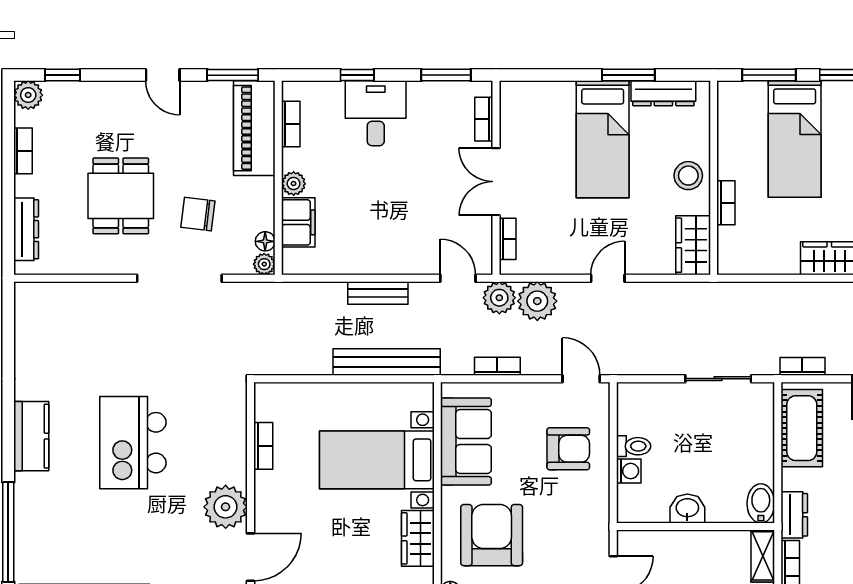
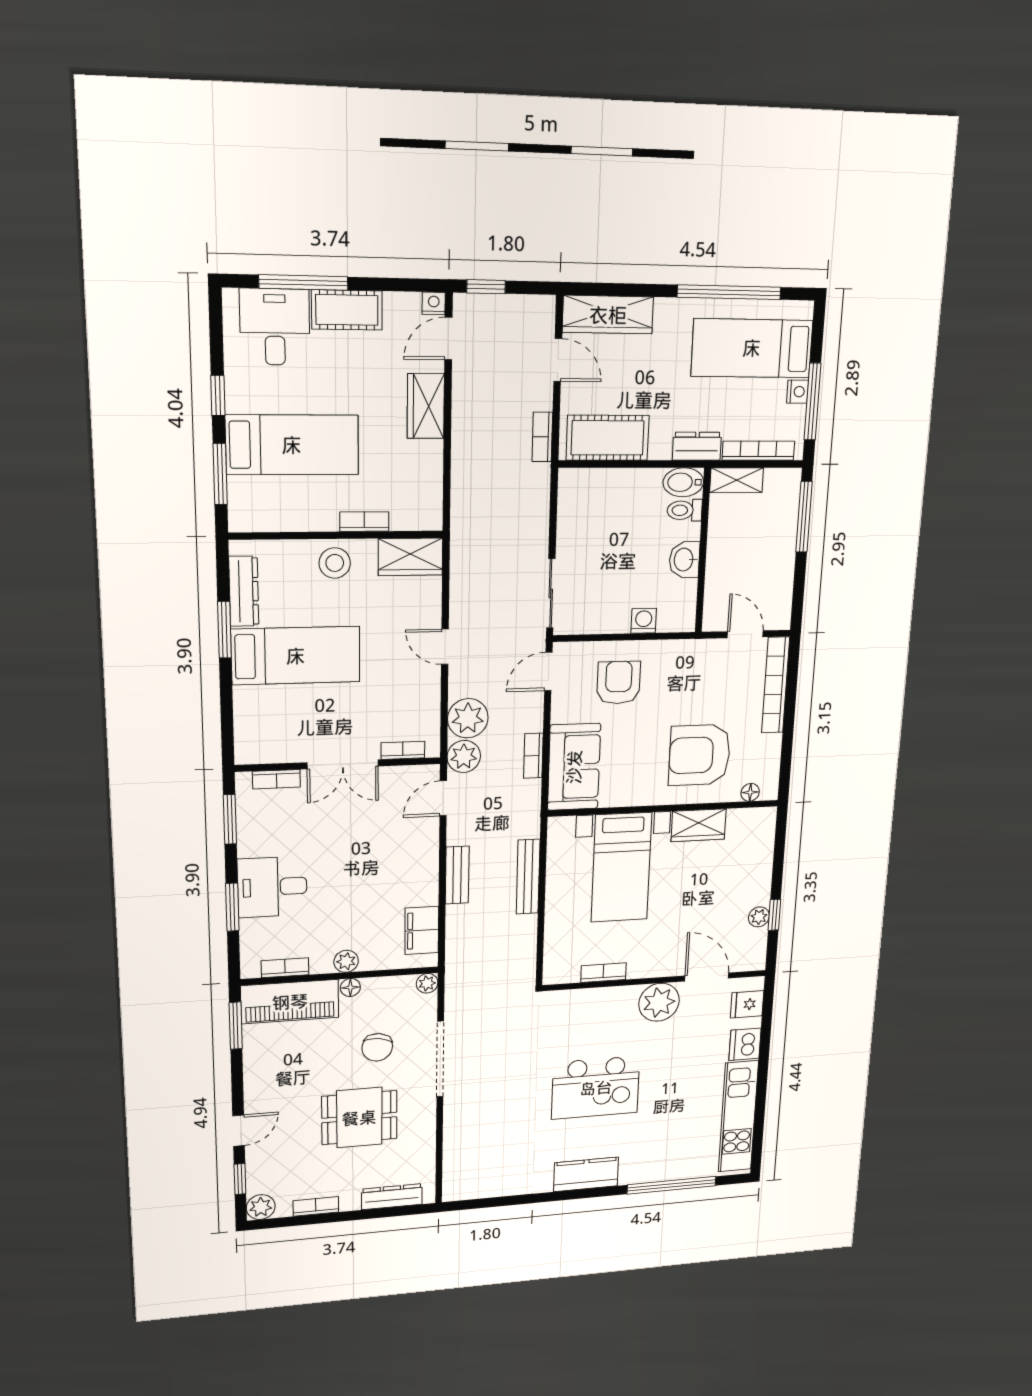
door: (163, 75) -> (239, 1131), moved
window: (357, 75) -> (232, 907), width x1.50
filing cabinet: (298, 222) -> (422, 930), moved, turned -90
floor lamp: (265, 241) -> (350, 988), moved
bench: (387, 362) -> (528, 877), width x0.73, depth x0.82
sliding door: (718, 379) -> (551, 593), moved
sofa: (466, 442) -> (574, 767), moved, turned 90
toilet: (634, 446) -> (685, 510), moved, turned -90

